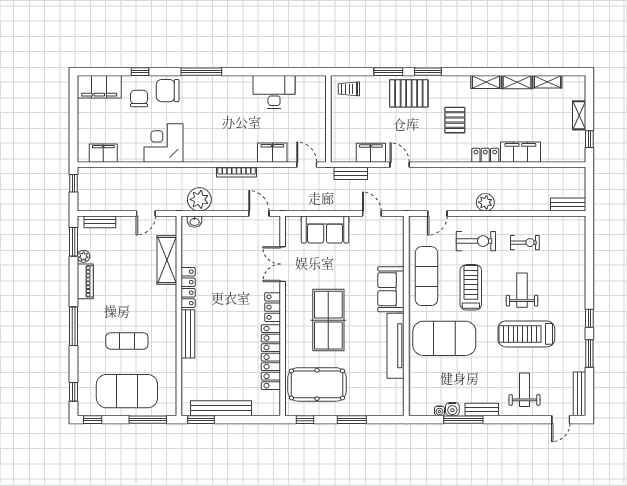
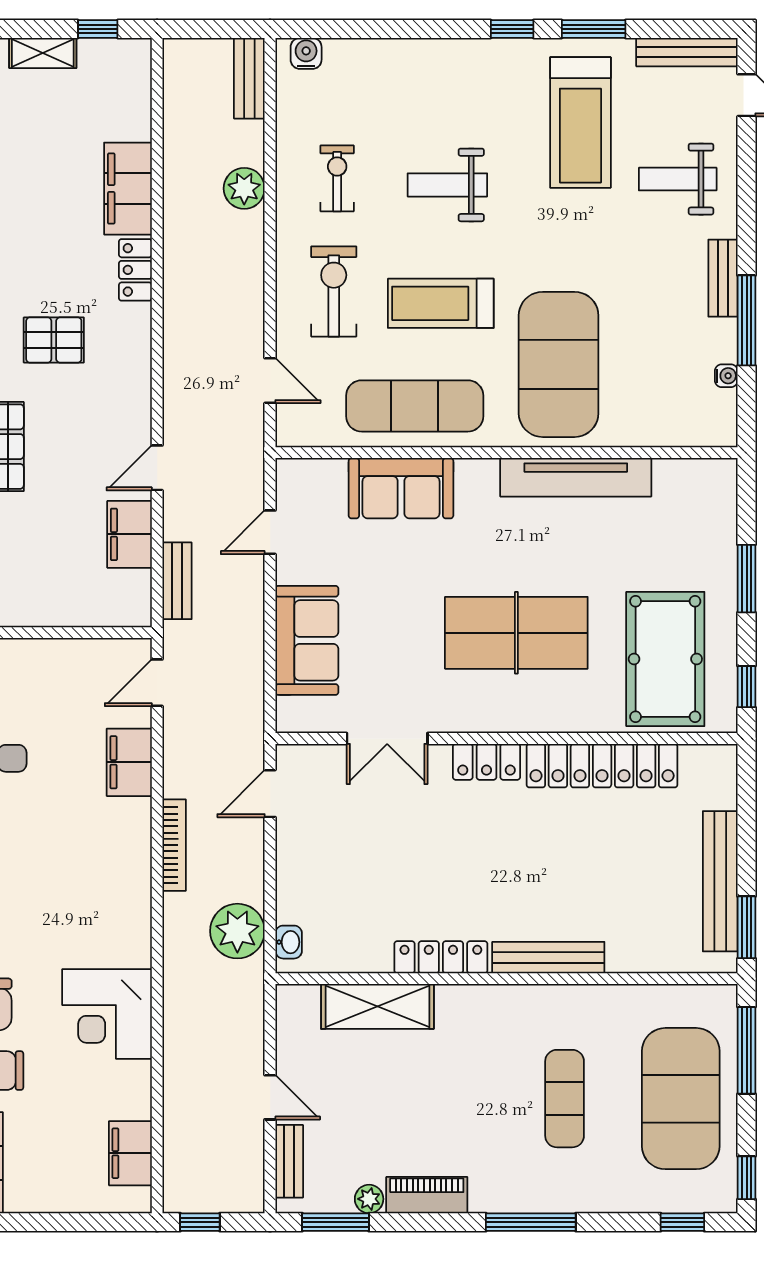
plant: (485, 202) -> (244, 188), moved
door: (146, 214) -> (270, 1097), moved
sofa: (391, 289) -> (401, 488), moved
treadmill: (526, 334) -> (580, 123), moved
water cooler: (452, 409) -> (306, 53), moved, turned -90

